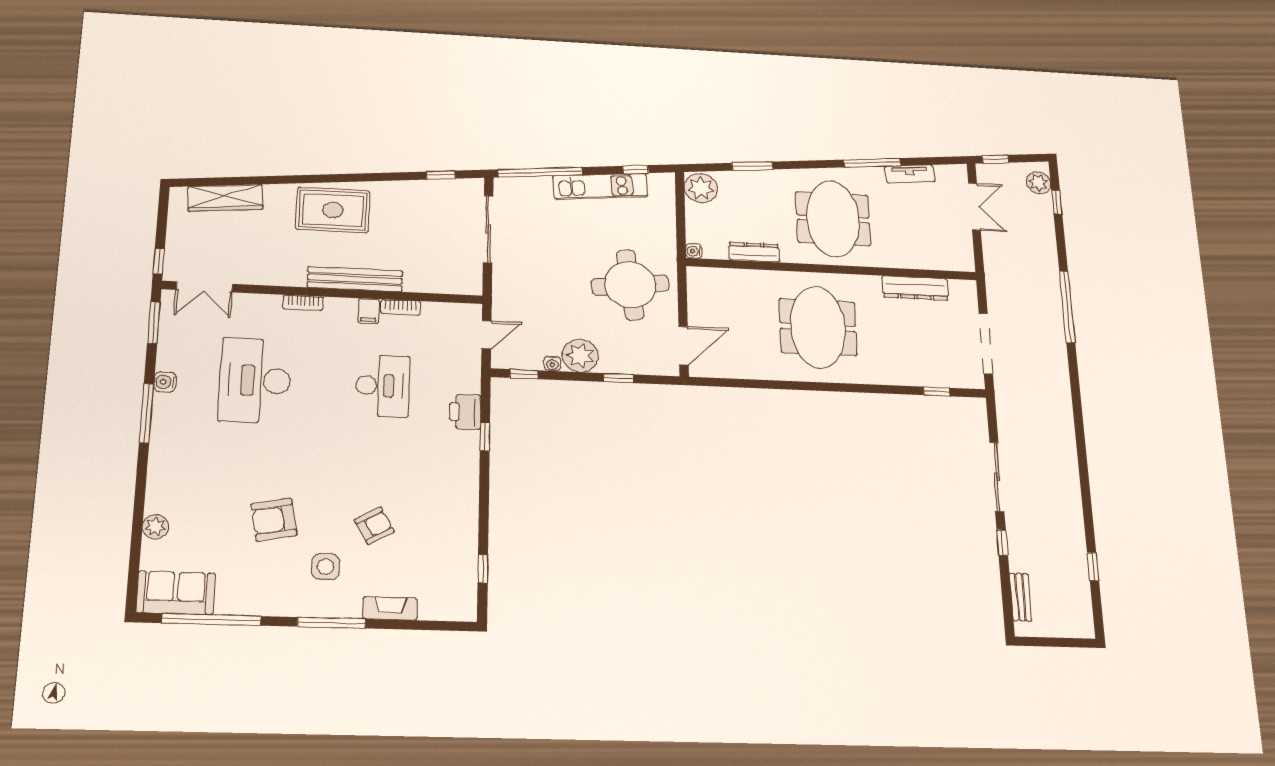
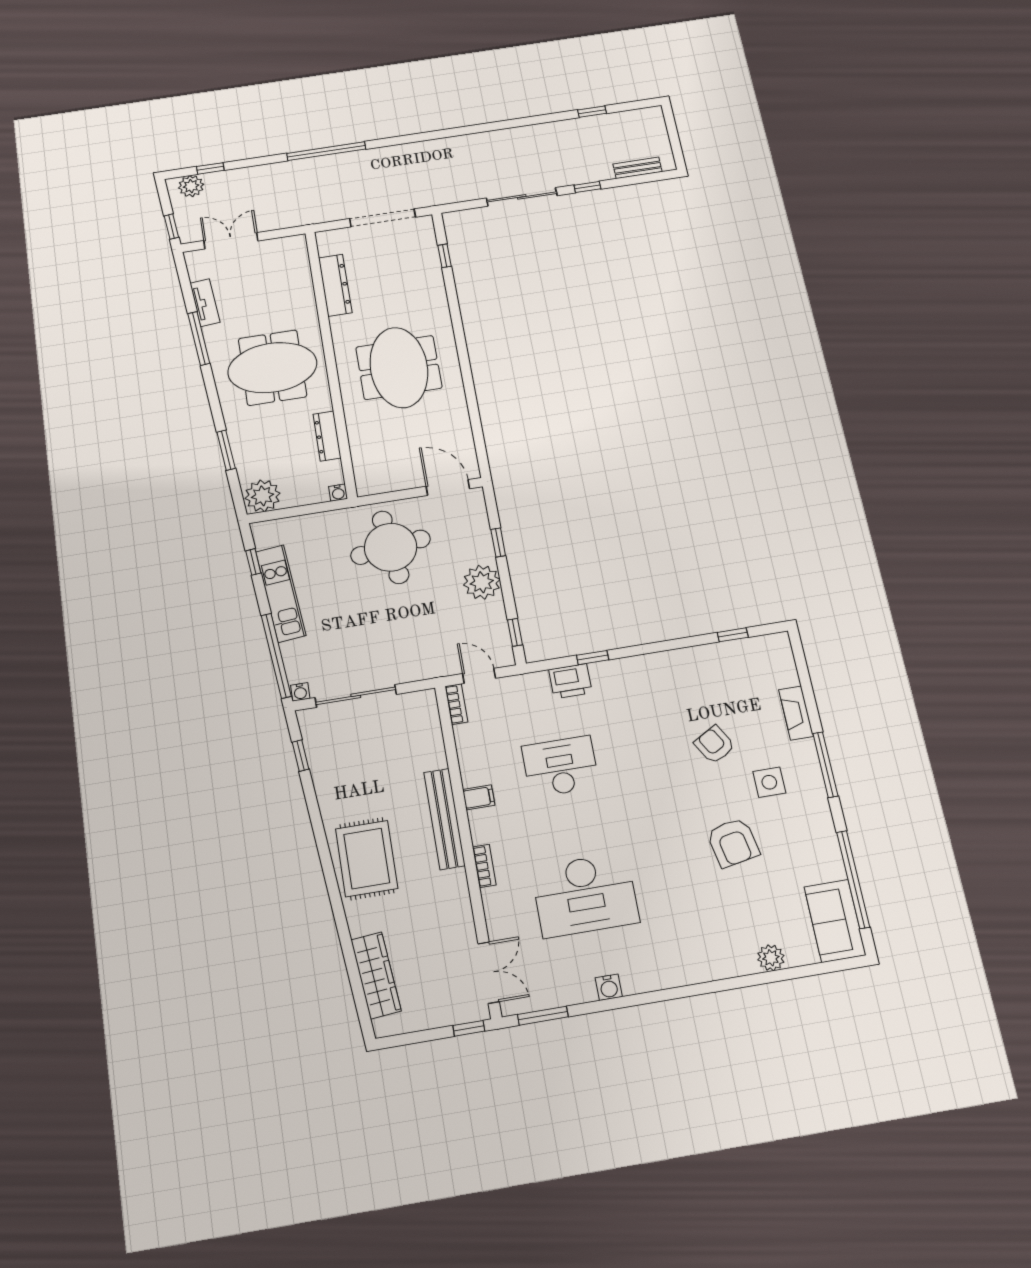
bookcase: (401, 307) -> (456, 704), moved
meeting table: (818, 327) -> (399, 367), turned 90
water cooler: (552, 364) -> (300, 692), moved, turned 90
window: (146, 413) -> (649, 998), removed

